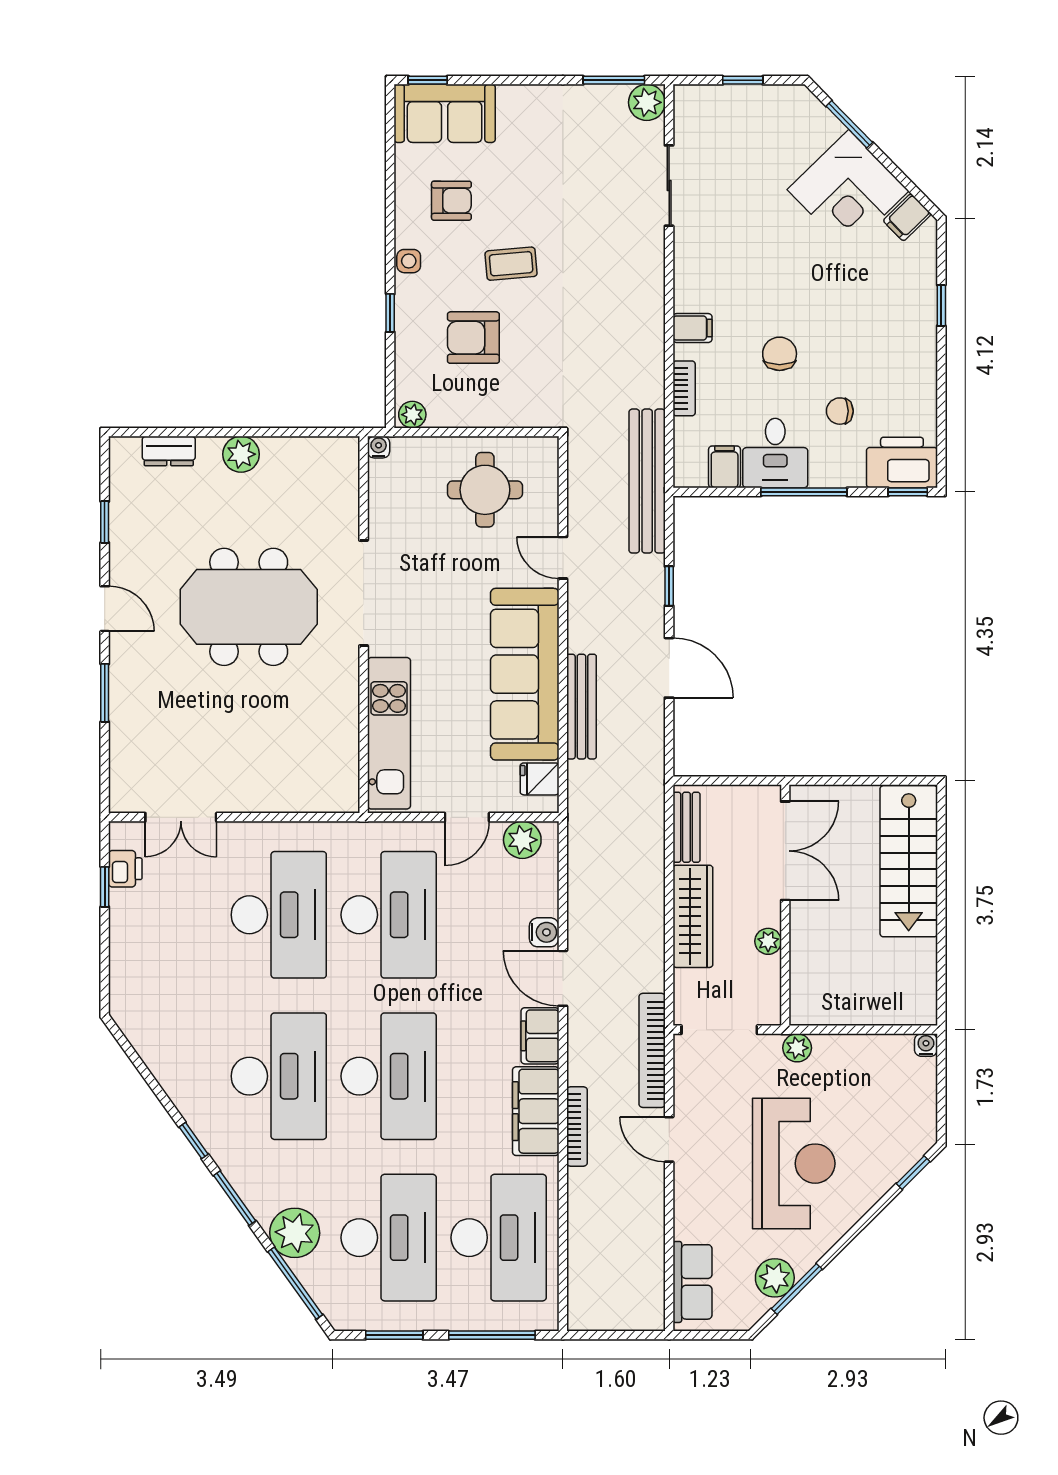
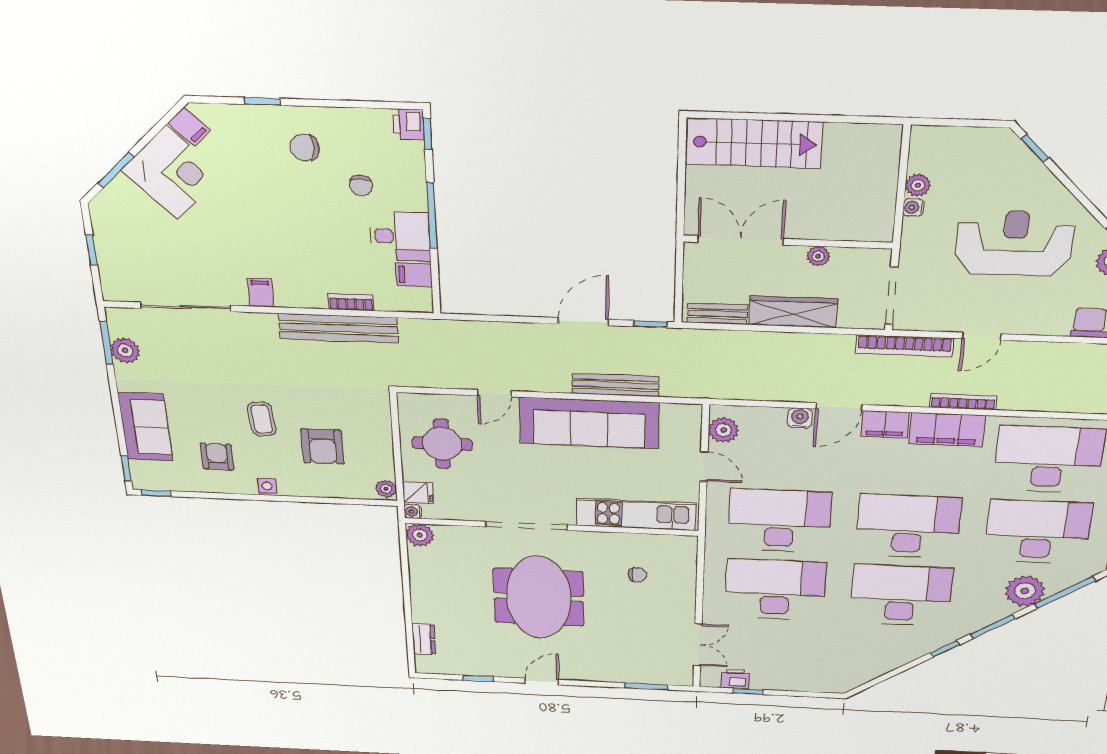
plant: (647, 102) -> (125, 350), moved
sofa: (445, 113) -> (145, 427), moved
sliding door: (669, 186) -> (186, 307), width x1.37
window: (390, 313) -> (156, 493), moved
filing cabinet: (692, 328) -> (261, 293), moved
chair: (780, 354) -> (305, 147), moved
plant: (241, 454) -> (420, 535), moved
printer: (902, 462) -> (409, 124), width x0.53, depth x0.68
bench: (647, 481) -> (338, 328), moved
window: (669, 586) -> (650, 324), moved
window: (105, 693) -> (646, 686), moved
chair: (293, 736) -> (637, 575), added
fridge: (540, 779) -> (418, 493), moved, turned -90
water cooler: (926, 1045) -> (913, 207), moved
plant: (797, 1048) -> (918, 185), moved

